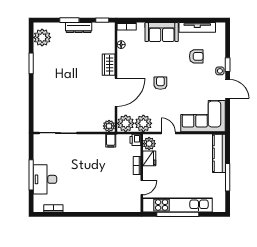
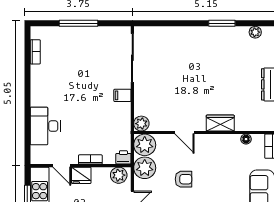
plant: (42, 37) -> (255, 32), width x0.53, depth x0.53
armchair: (160, 83) -> (183, 179), moved
door: (116, 92) -> (185, 133), width x0.53
filing cabinet: (111, 141) -> (122, 95), moved
fridge: (149, 158) -> (81, 175), moved
desk: (45, 179) -> (45, 126), moved, turned -90

